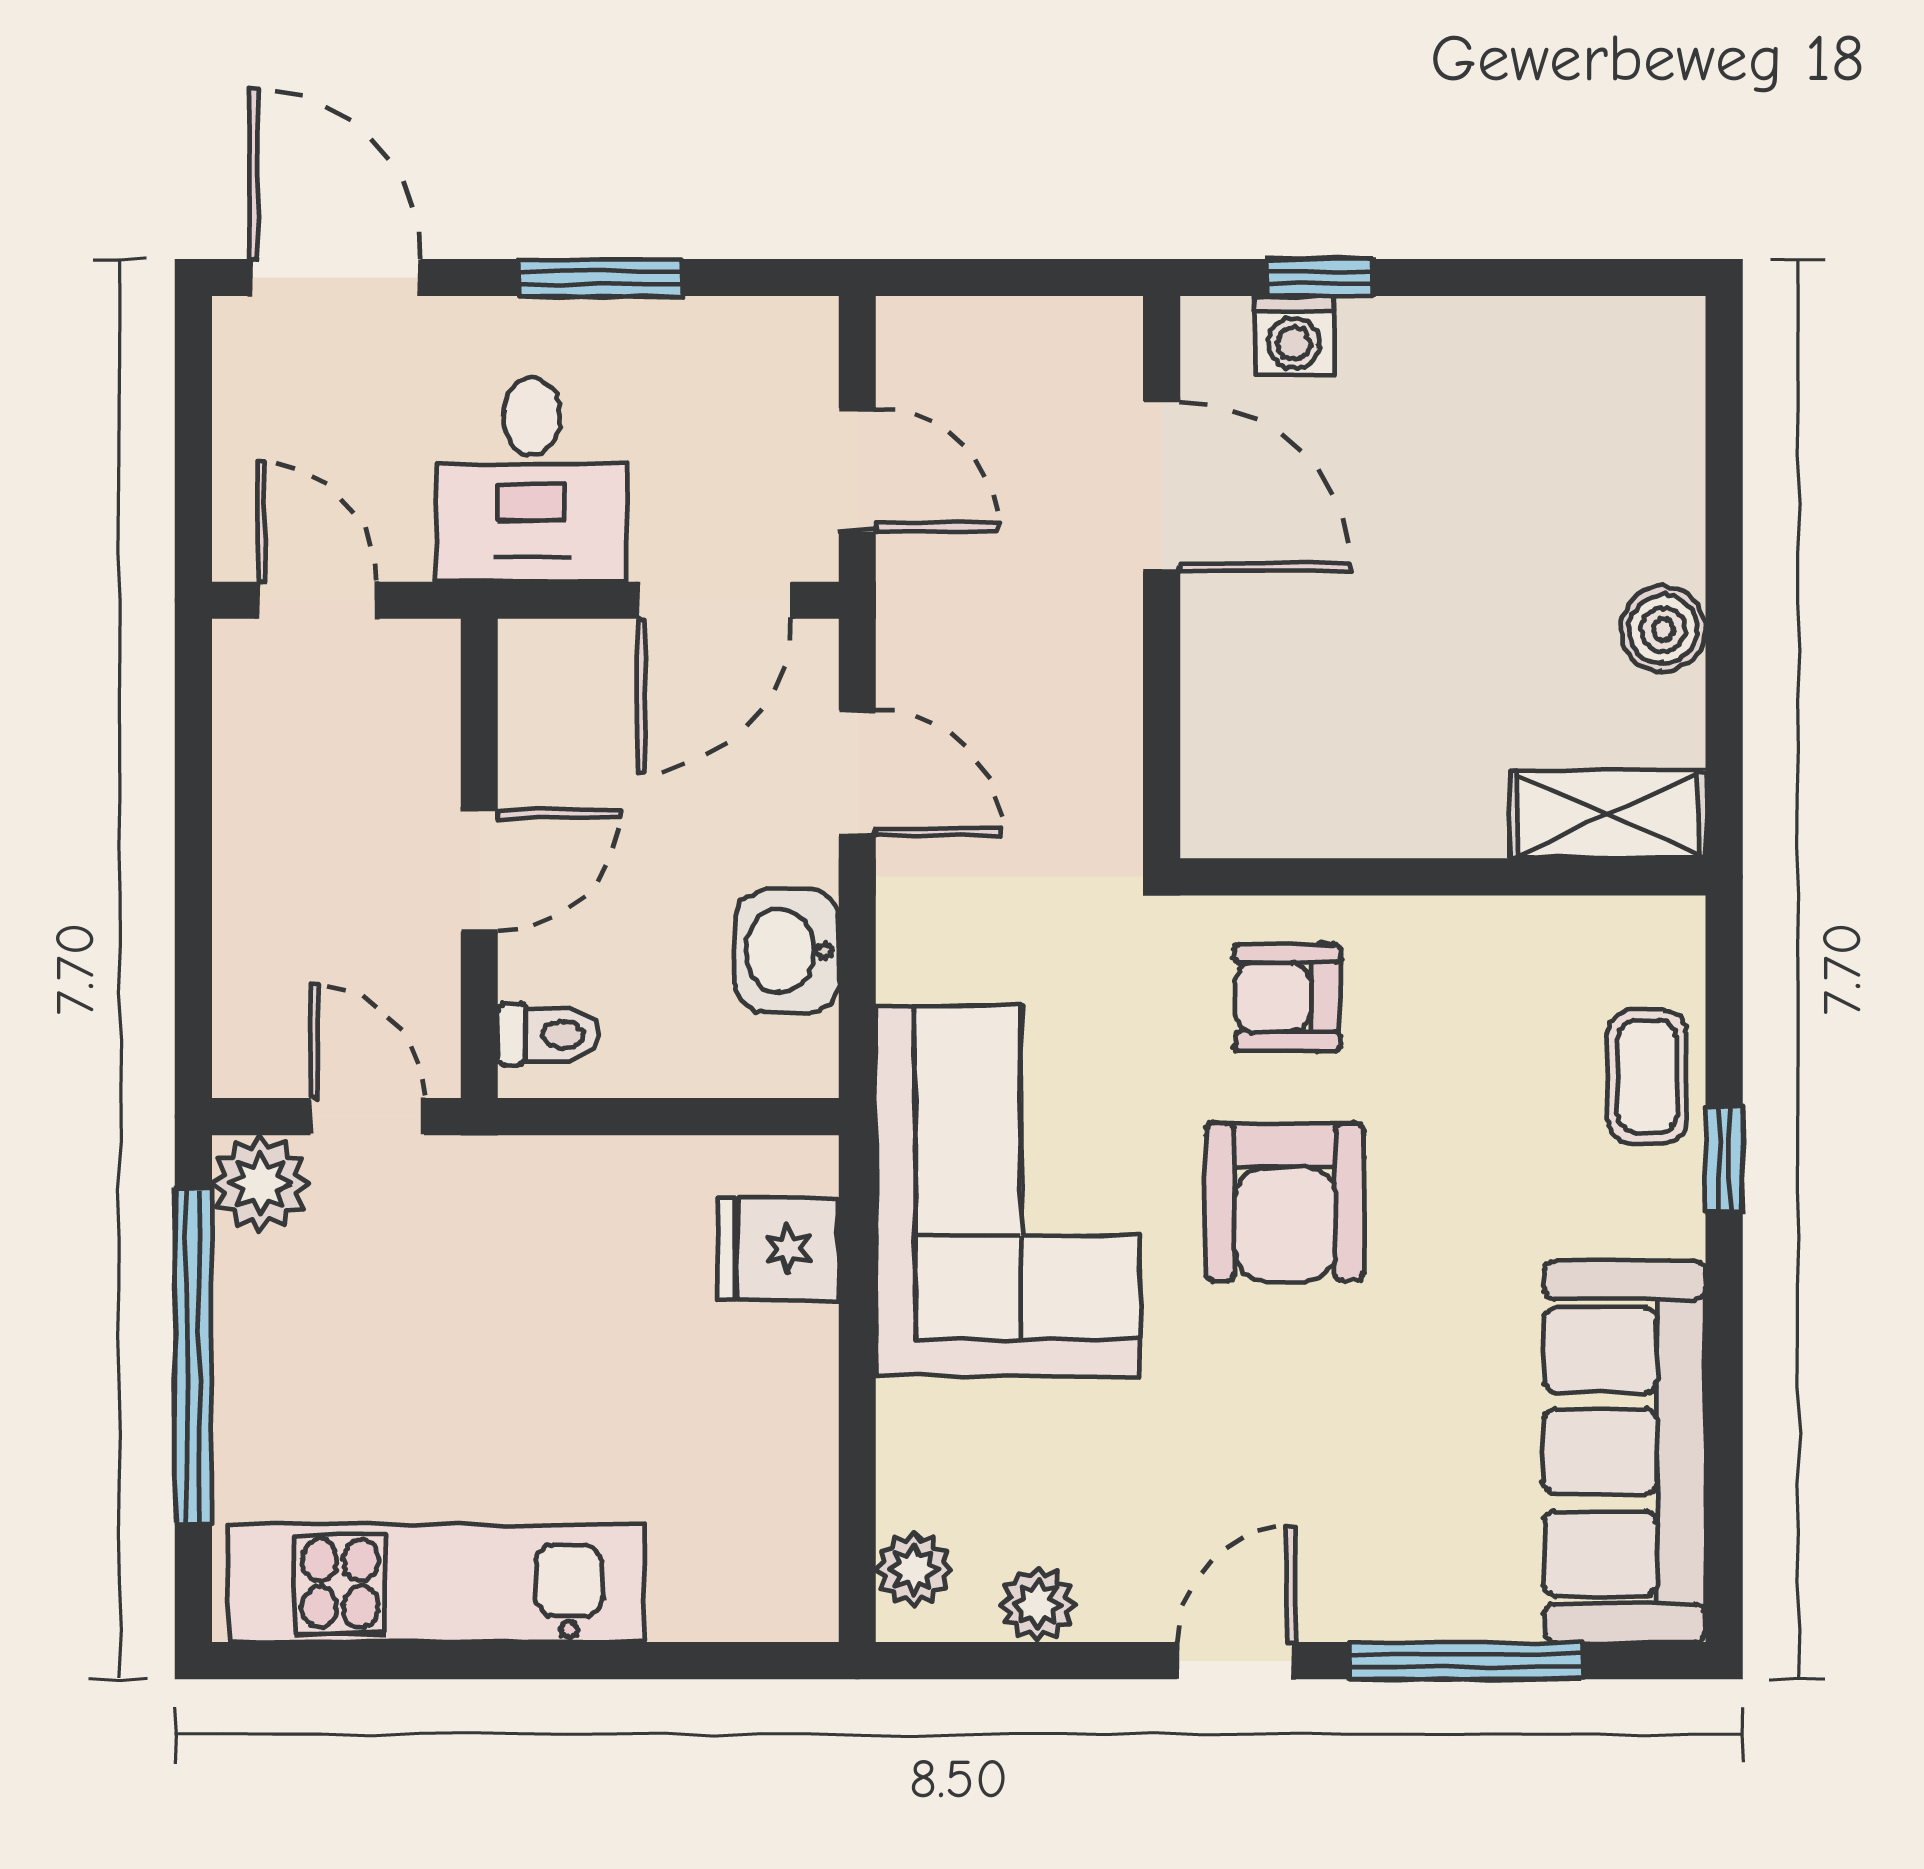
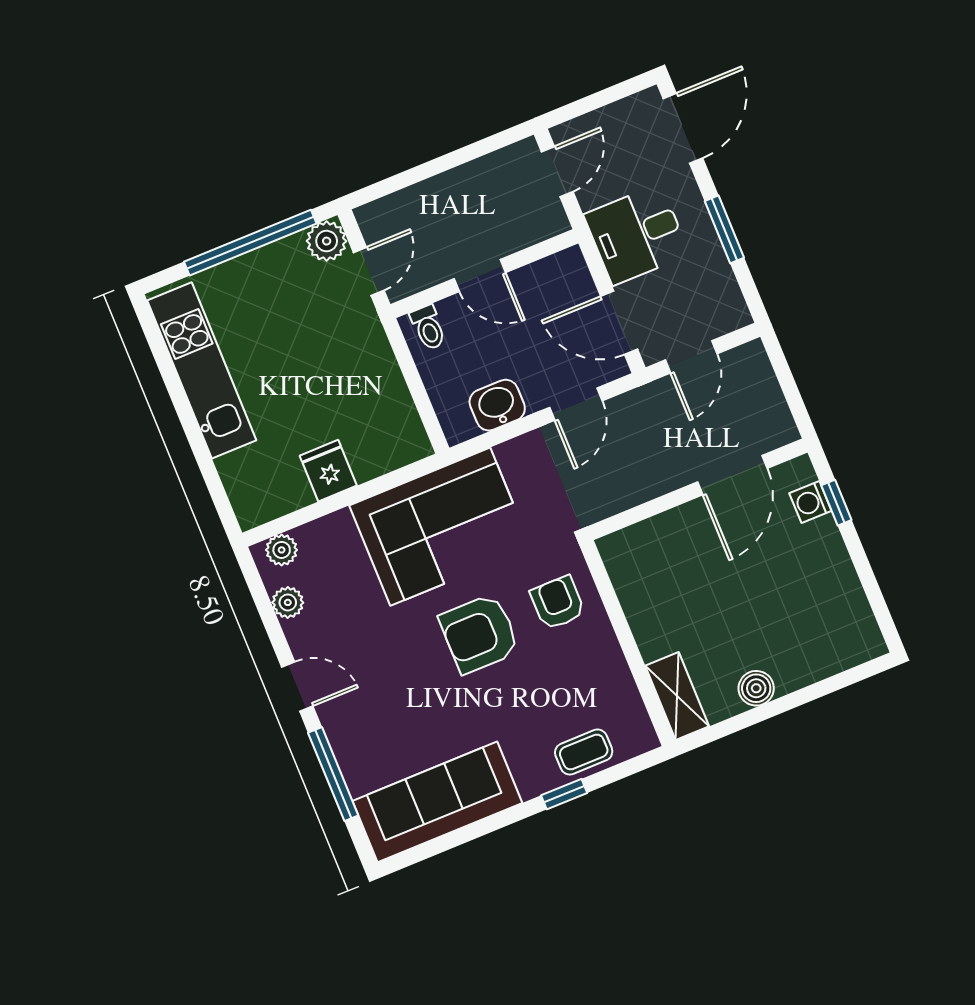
fridge: (778, 1249) -> (328, 471), moved

